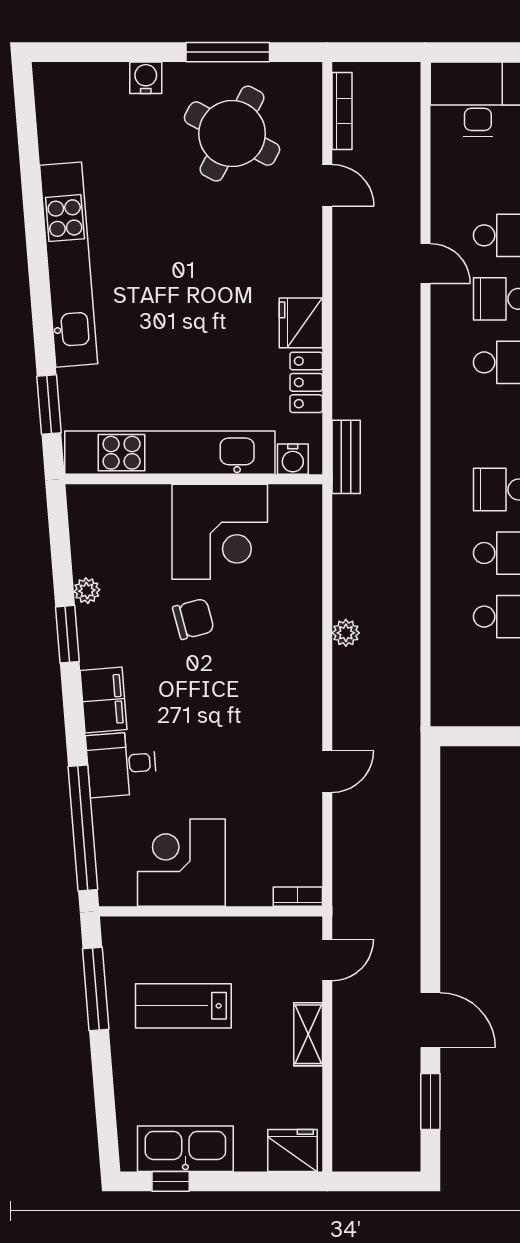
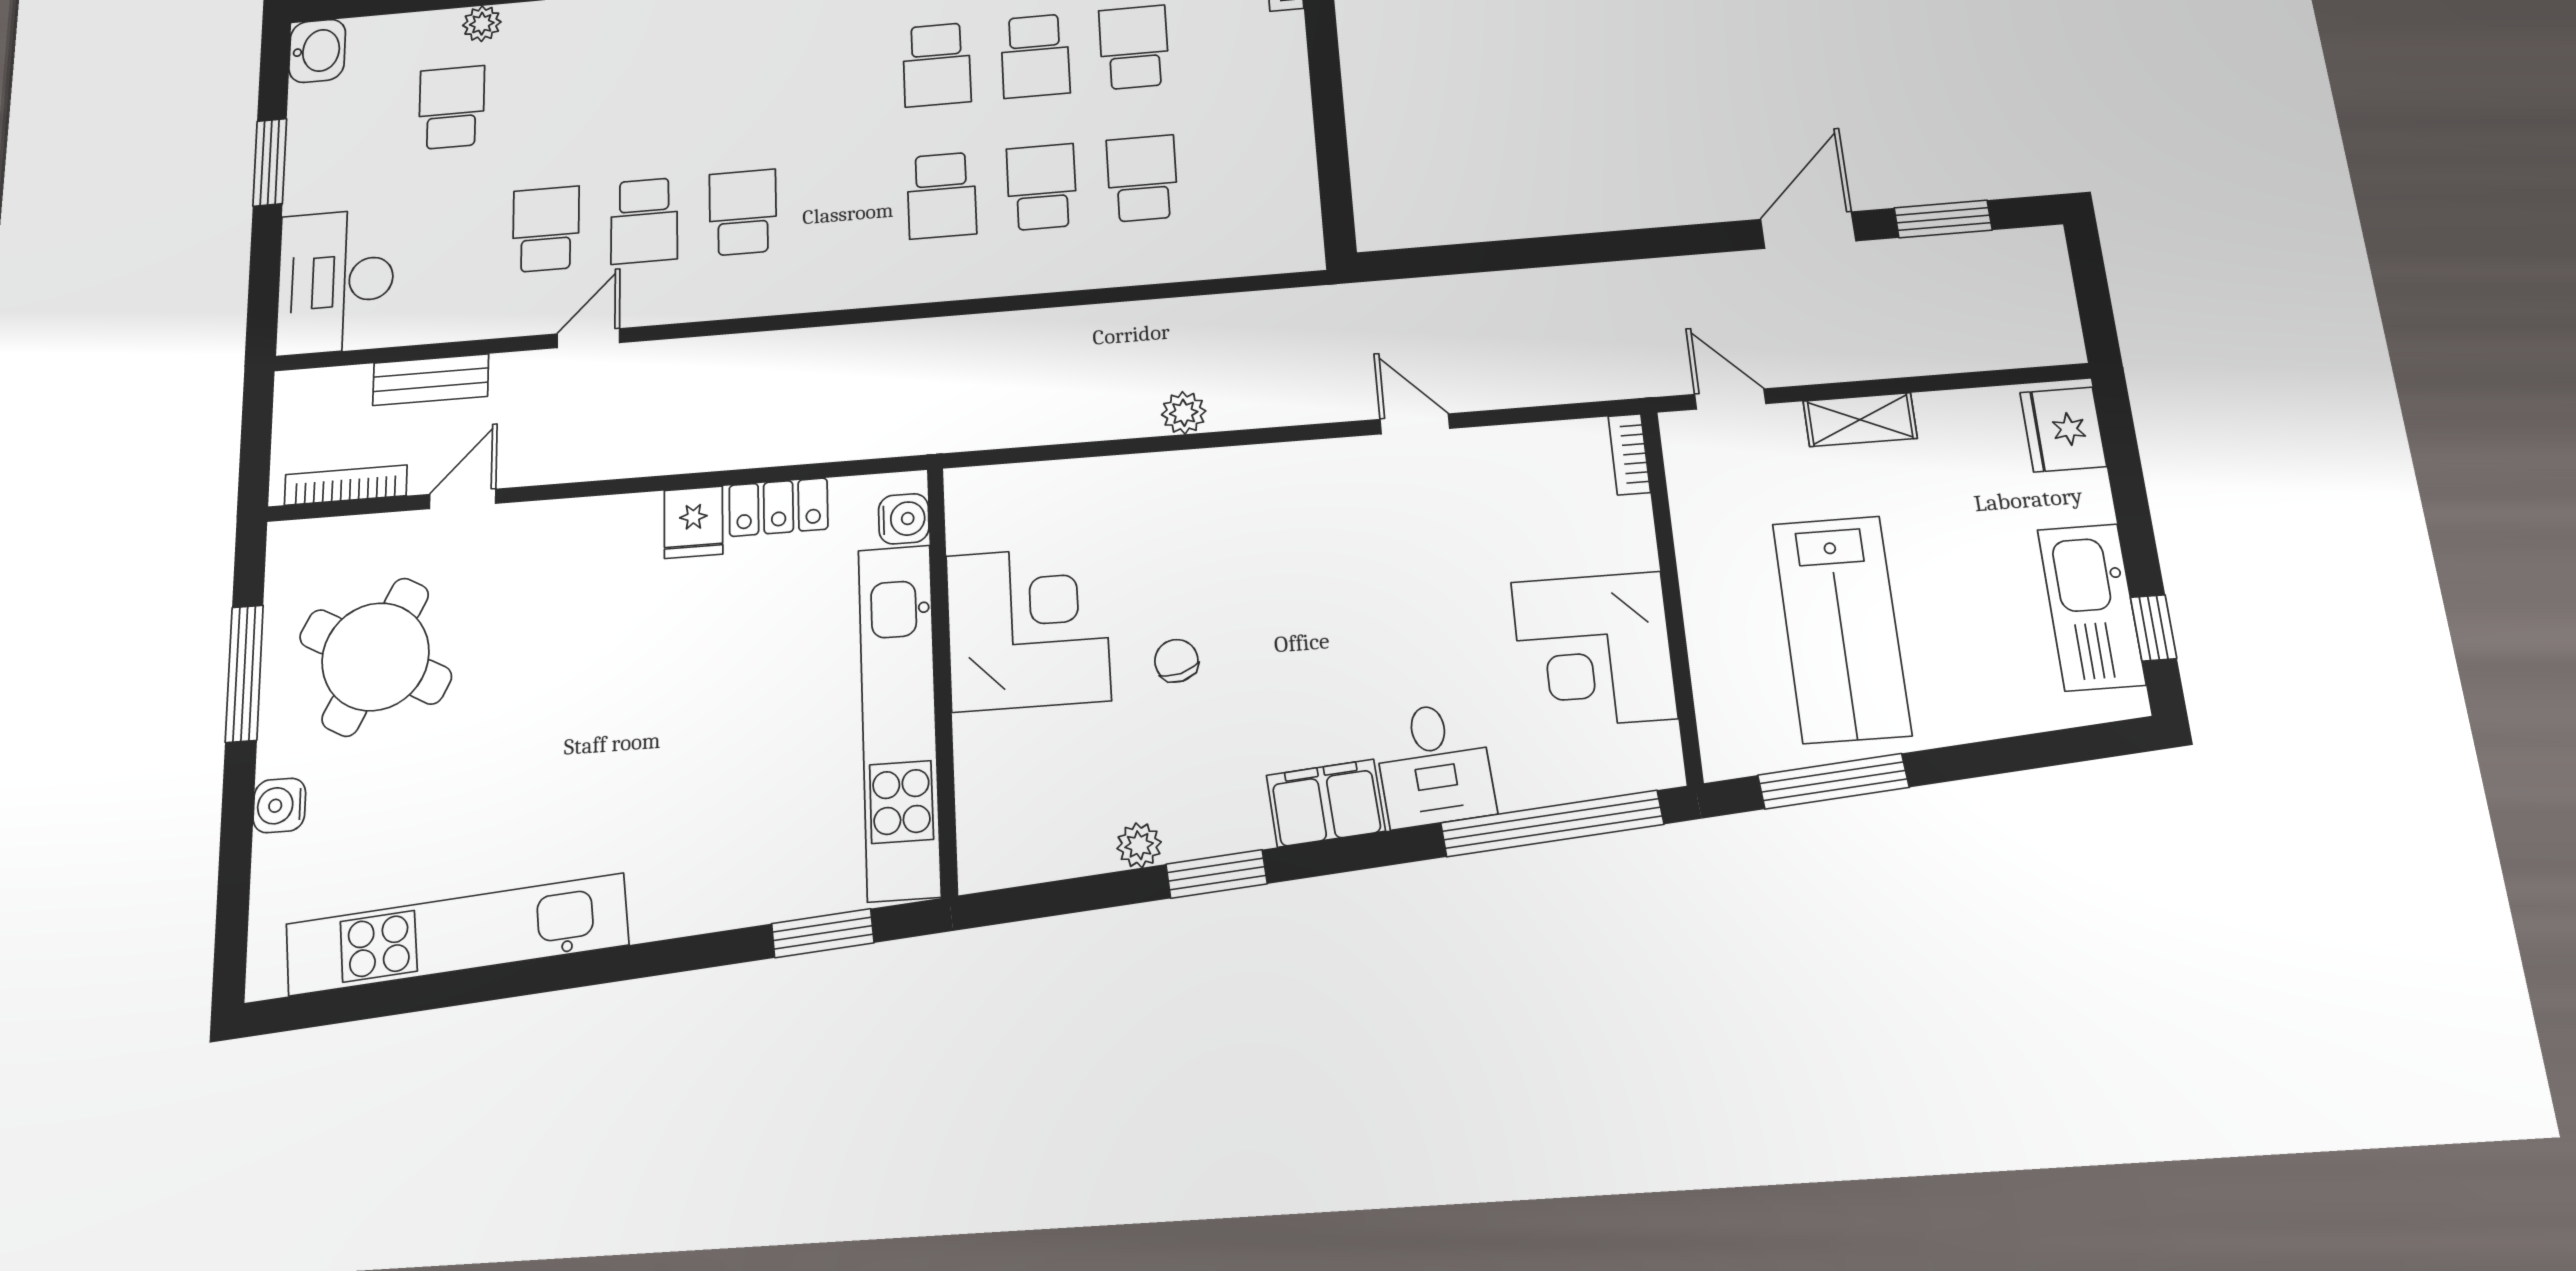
kitchen unit: (69, 265) -> (457, 934), moved
fridge: (301, 323) -> (693, 522), width x0.72
bench: (346, 457) -> (431, 380), moved
chair: (193, 619) -> (1176, 661), width x0.73, depth x0.73
lab bench: (183, 1006) -> (1841, 629), width x1.36, depth x1.39

